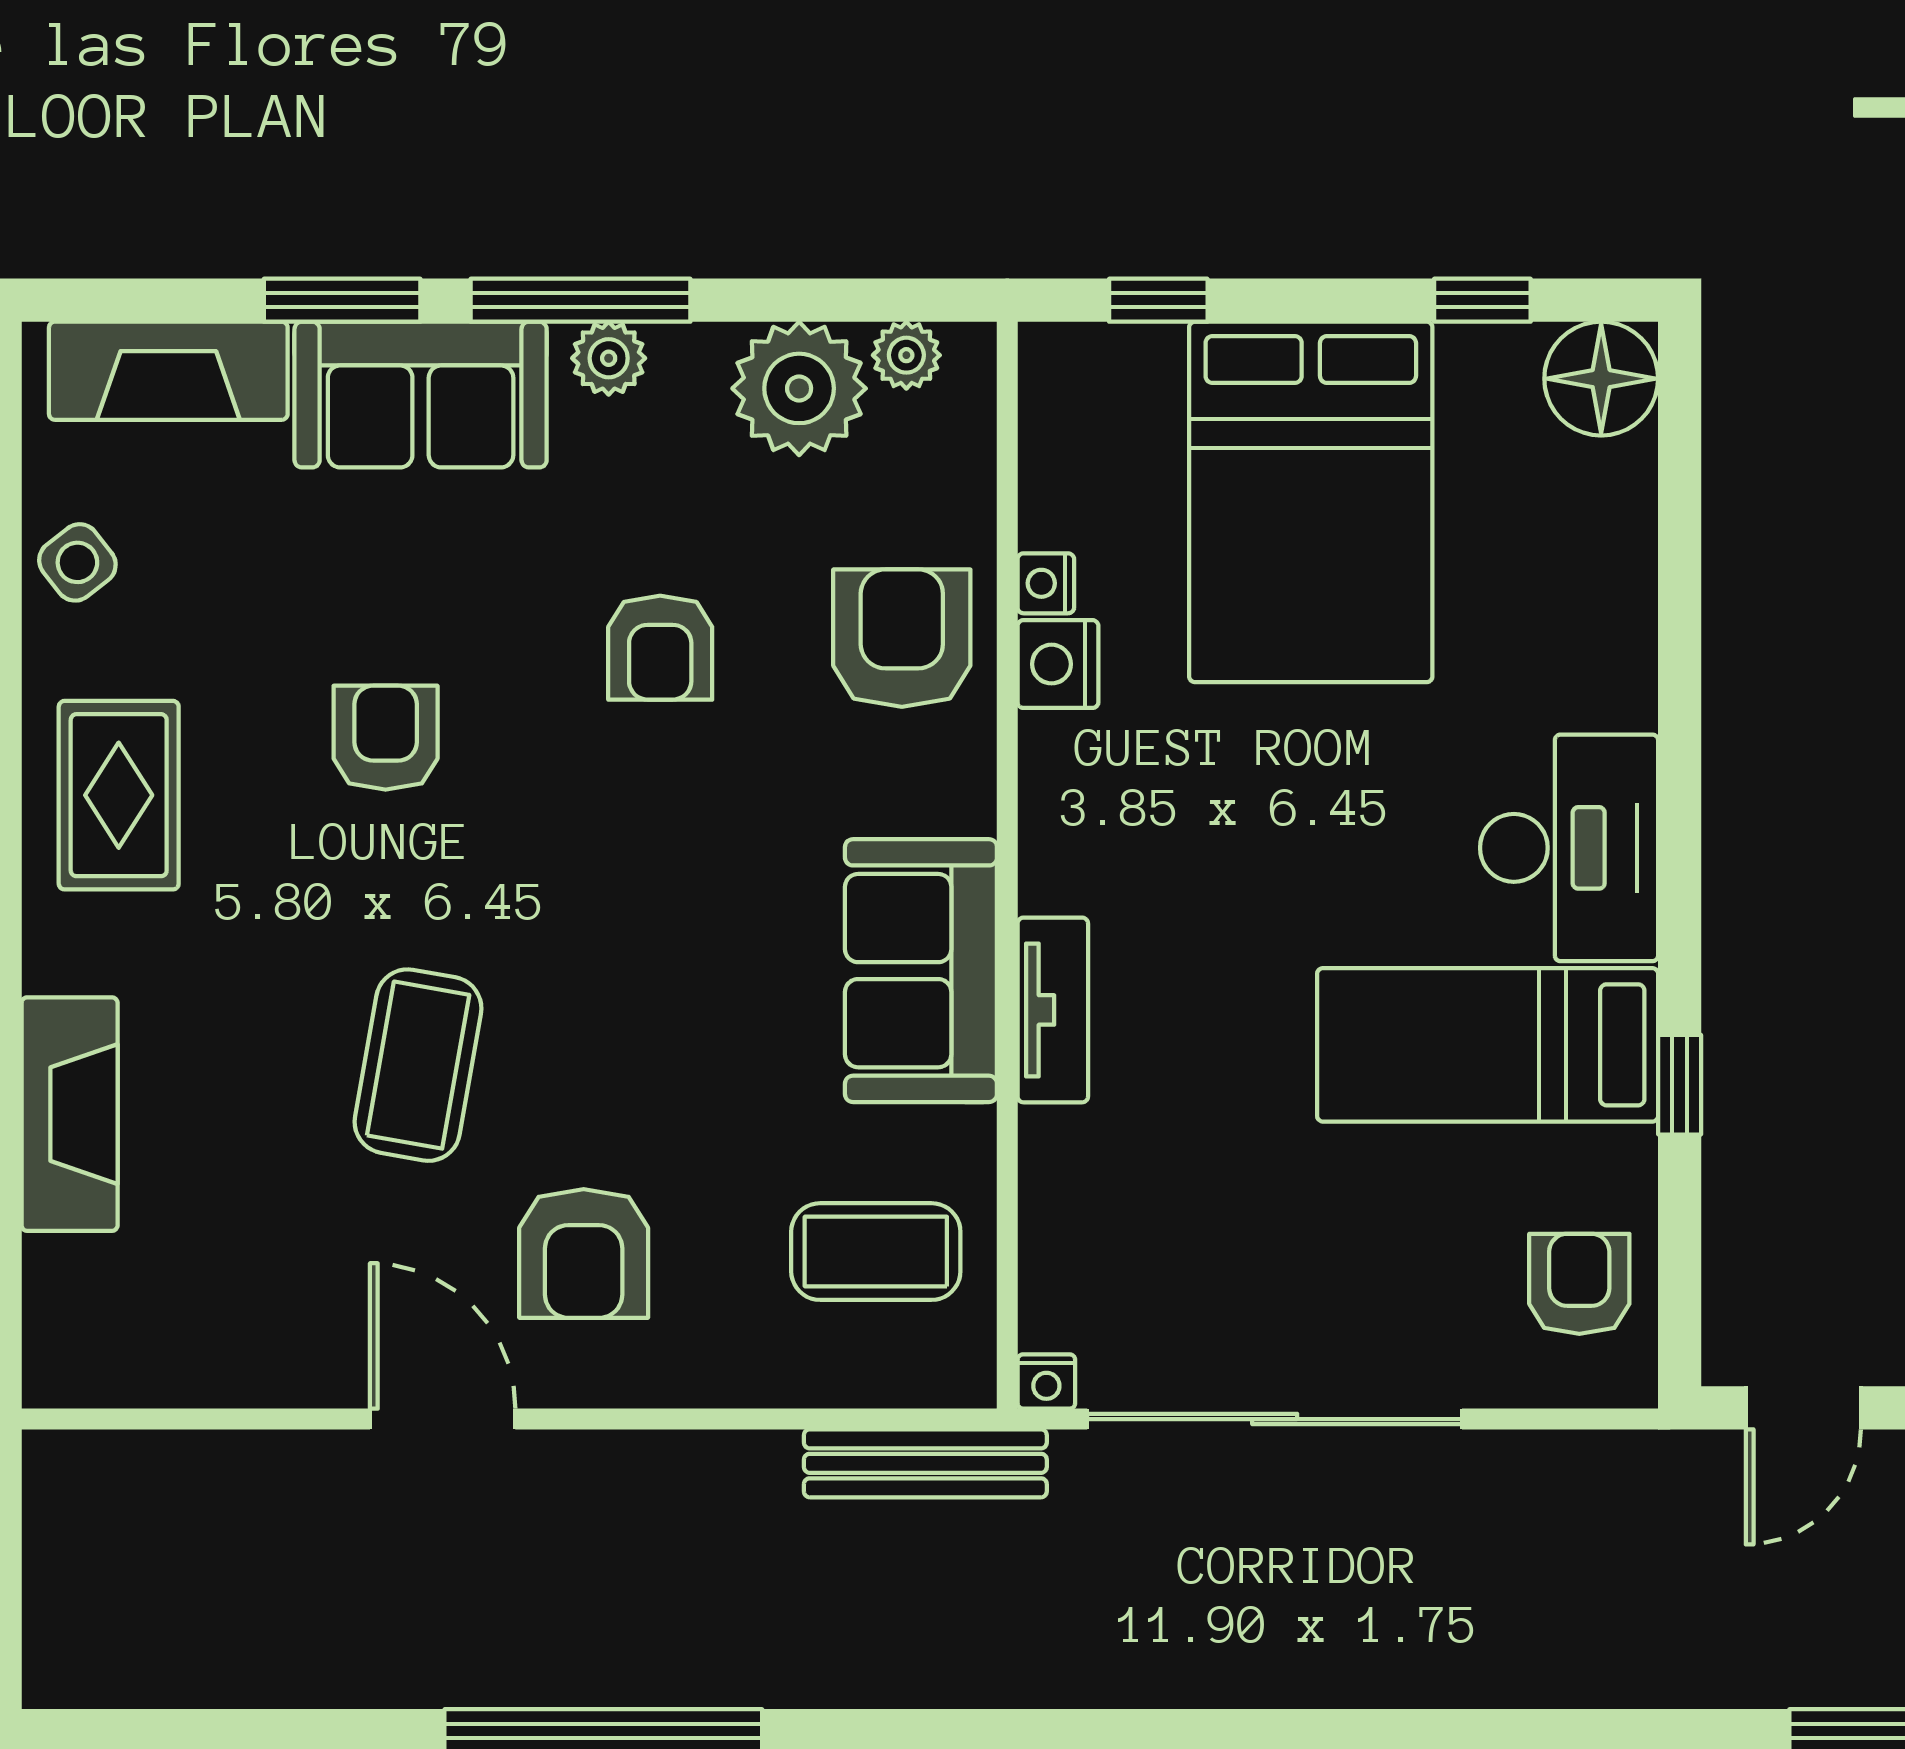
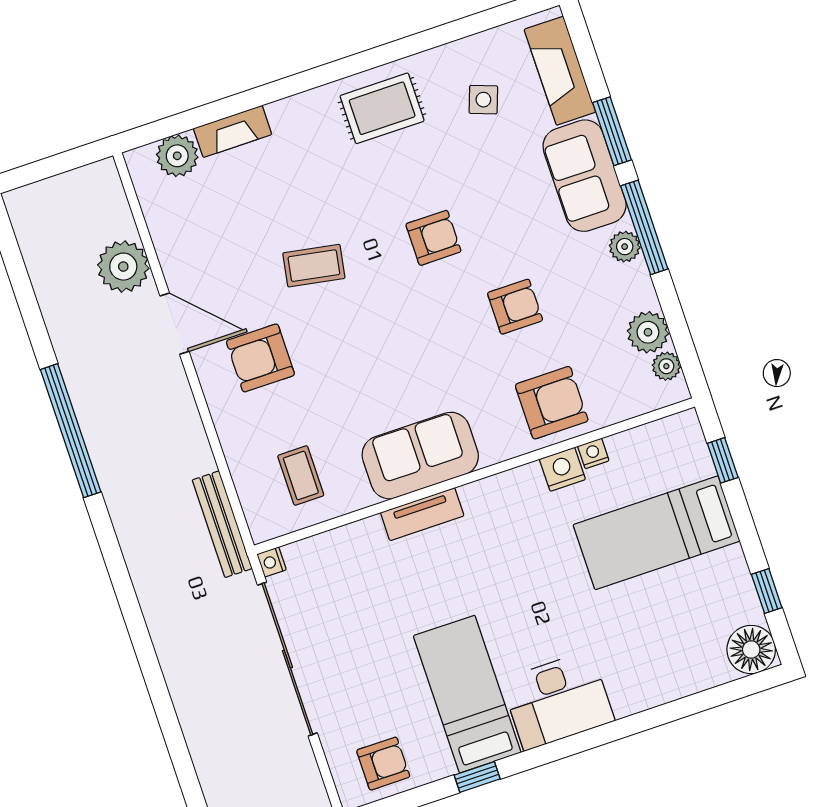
plant: (799, 388) -> (648, 332), width x0.73, depth x0.73
bed: (1311, 502) -> (657, 533), width x0.67
side table: (77, 562) -> (483, 100), moved, turned -32
armchair: (660, 648) -> (515, 307), turned 180
armchair: (386, 738) -> (433, 238), moved
coffee table: (418, 1065) -> (314, 266), width x0.73, depth x0.77
fireplace: (70, 1114) -> (233, 131), width x0.73, depth x0.76
coffee table: (876, 1252) -> (301, 476), width x0.73, depth x0.77
plant: (71, 1287) -> (177, 156), added
door: (443, 1419) -> (175, 324), hinge flipped
plant: (277, 1490) -> (123, 267), added

